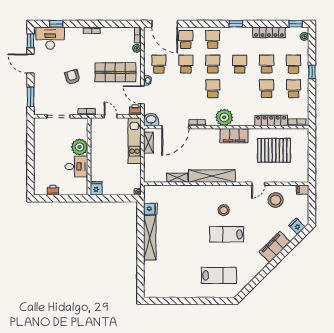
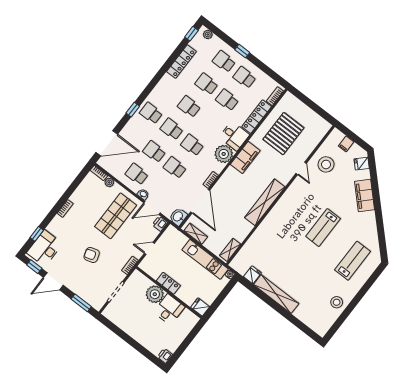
window: (236, 24) -> (133, 110), moved
school desk: (186, 39) -> (175, 168), moved
desk: (244, 115) -> (234, 136), added
kitchen unit: (135, 141) -> (205, 259), moved
locker: (96, 151) -> (168, 283), added
shelving: (177, 178) -> (230, 250), moved
printer: (53, 190) -> (165, 356), moved
filing cabinet: (303, 190) -> (346, 144), moved
stool: (224, 210) -> (337, 302), moved

